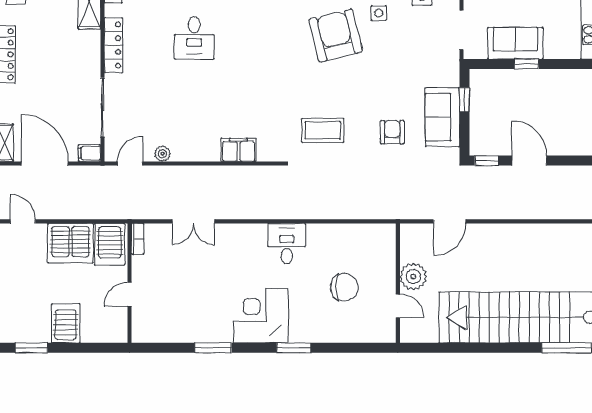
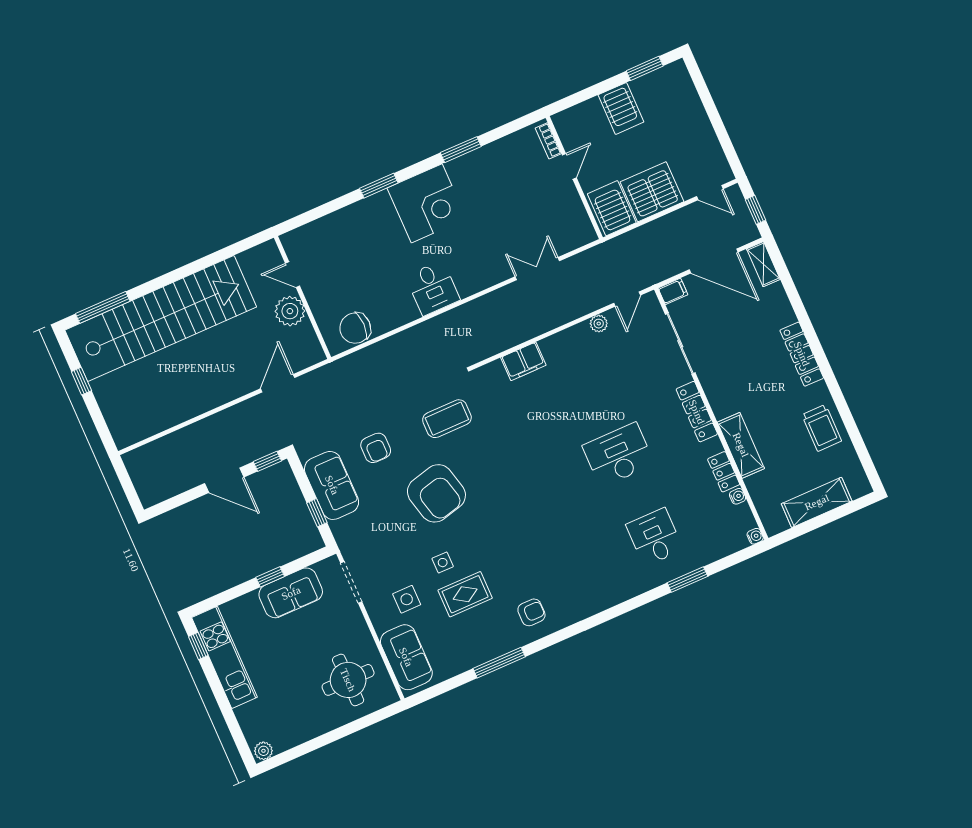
armchair: (336, 36) -> (436, 493), moved
desk: (194, 38) -> (618, 455), width x1.37
bookcase: (138, 239) -> (548, 141), moved
chair: (344, 287) -> (355, 328), moved

